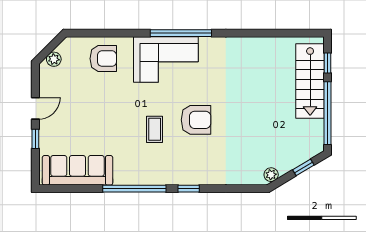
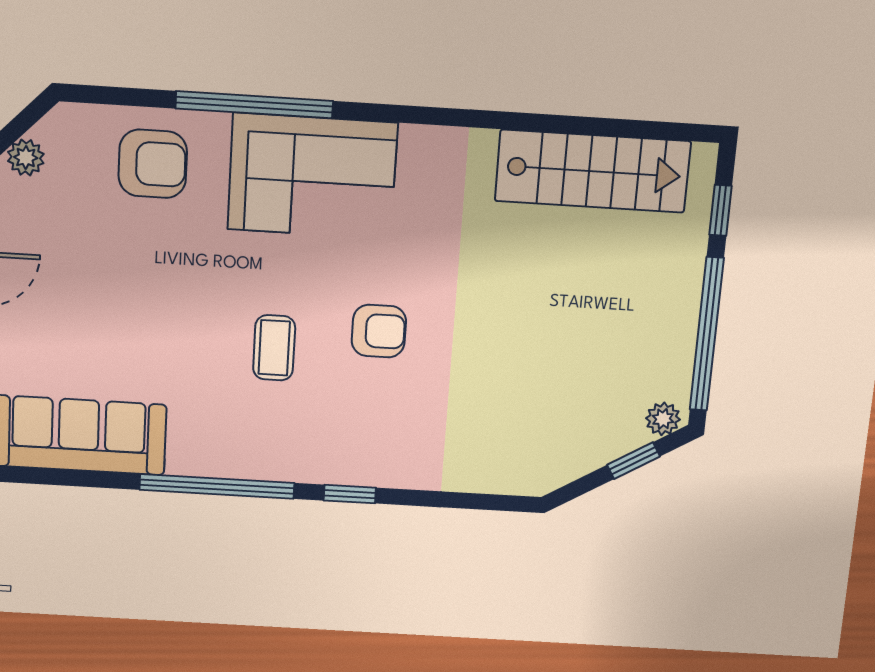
window: (181, 33) -> (254, 105), moved
stairs: (310, 81) -> (593, 171), moved, turned -90
armchair: (196, 120) -> (379, 331), width x0.72, depth x0.72
plant: (271, 175) -> (663, 419), moved

